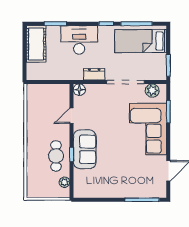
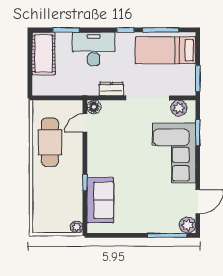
door: (72, 116) -> (85, 123), moved
sofa: (85, 149) -> (100, 200), moved
cafe table: (56, 156) -> (50, 142), moved, width x1.37, depth x1.35
plant: (64, 182) -> (77, 227), moved
plant: (160, 191) -> (188, 225), added

